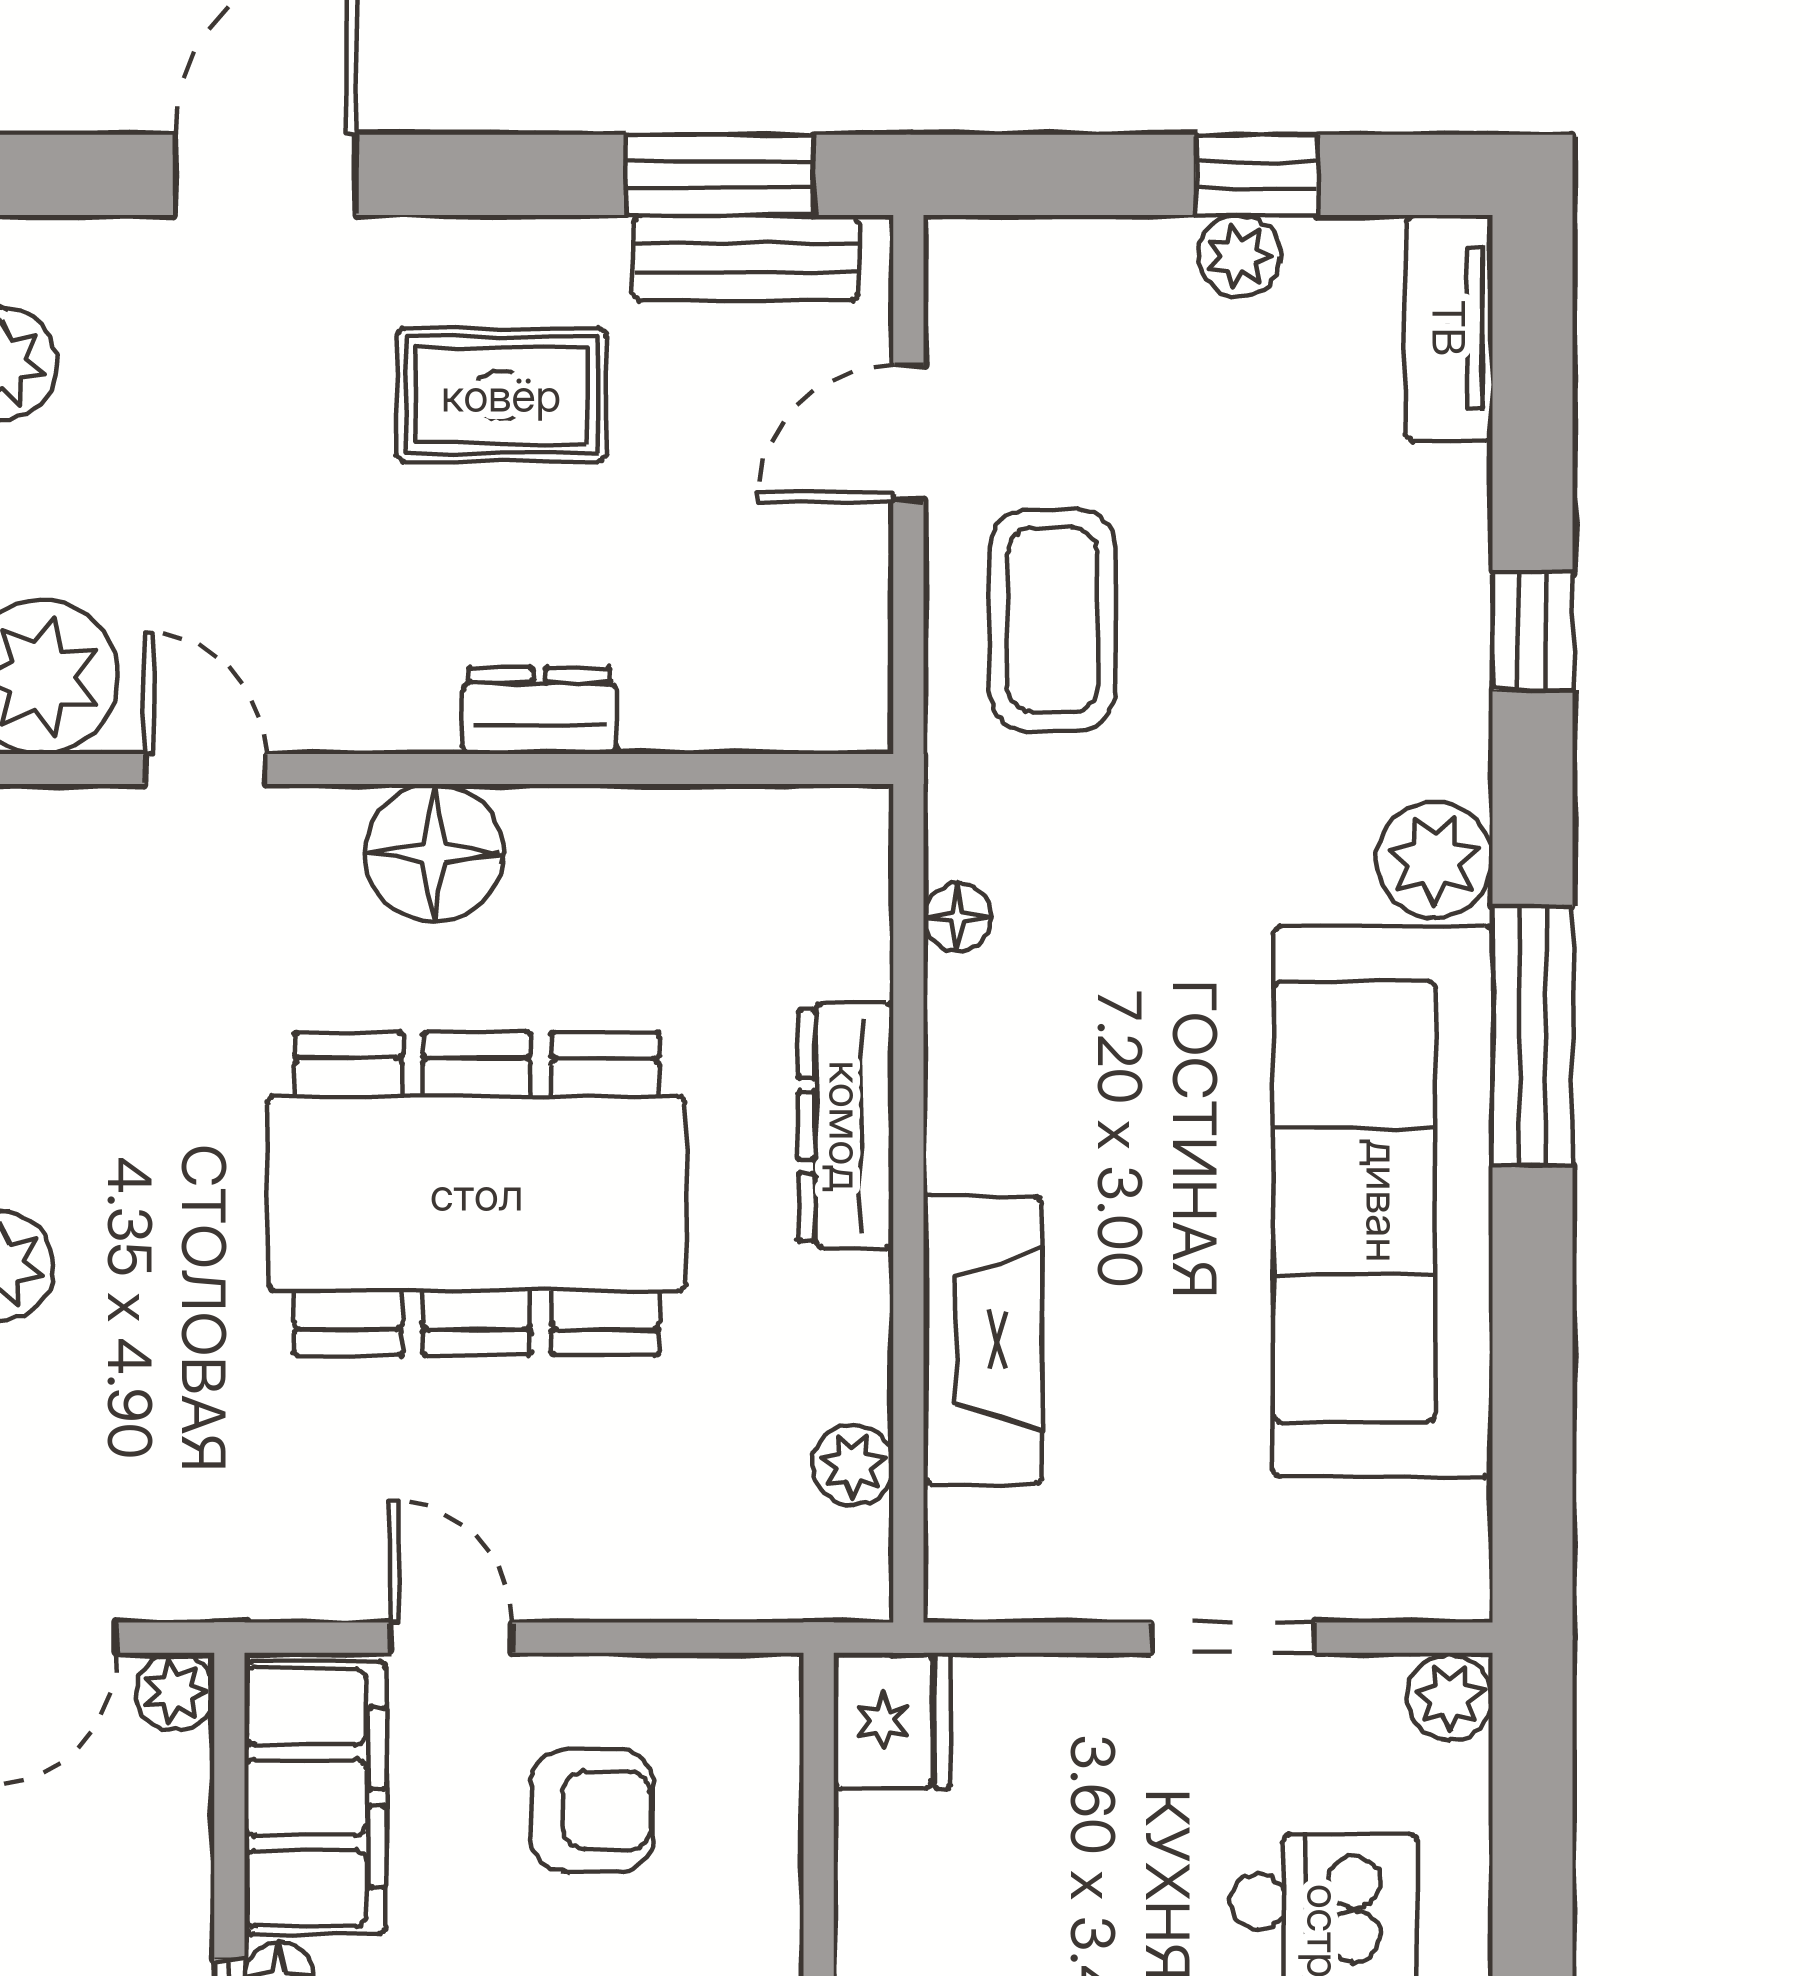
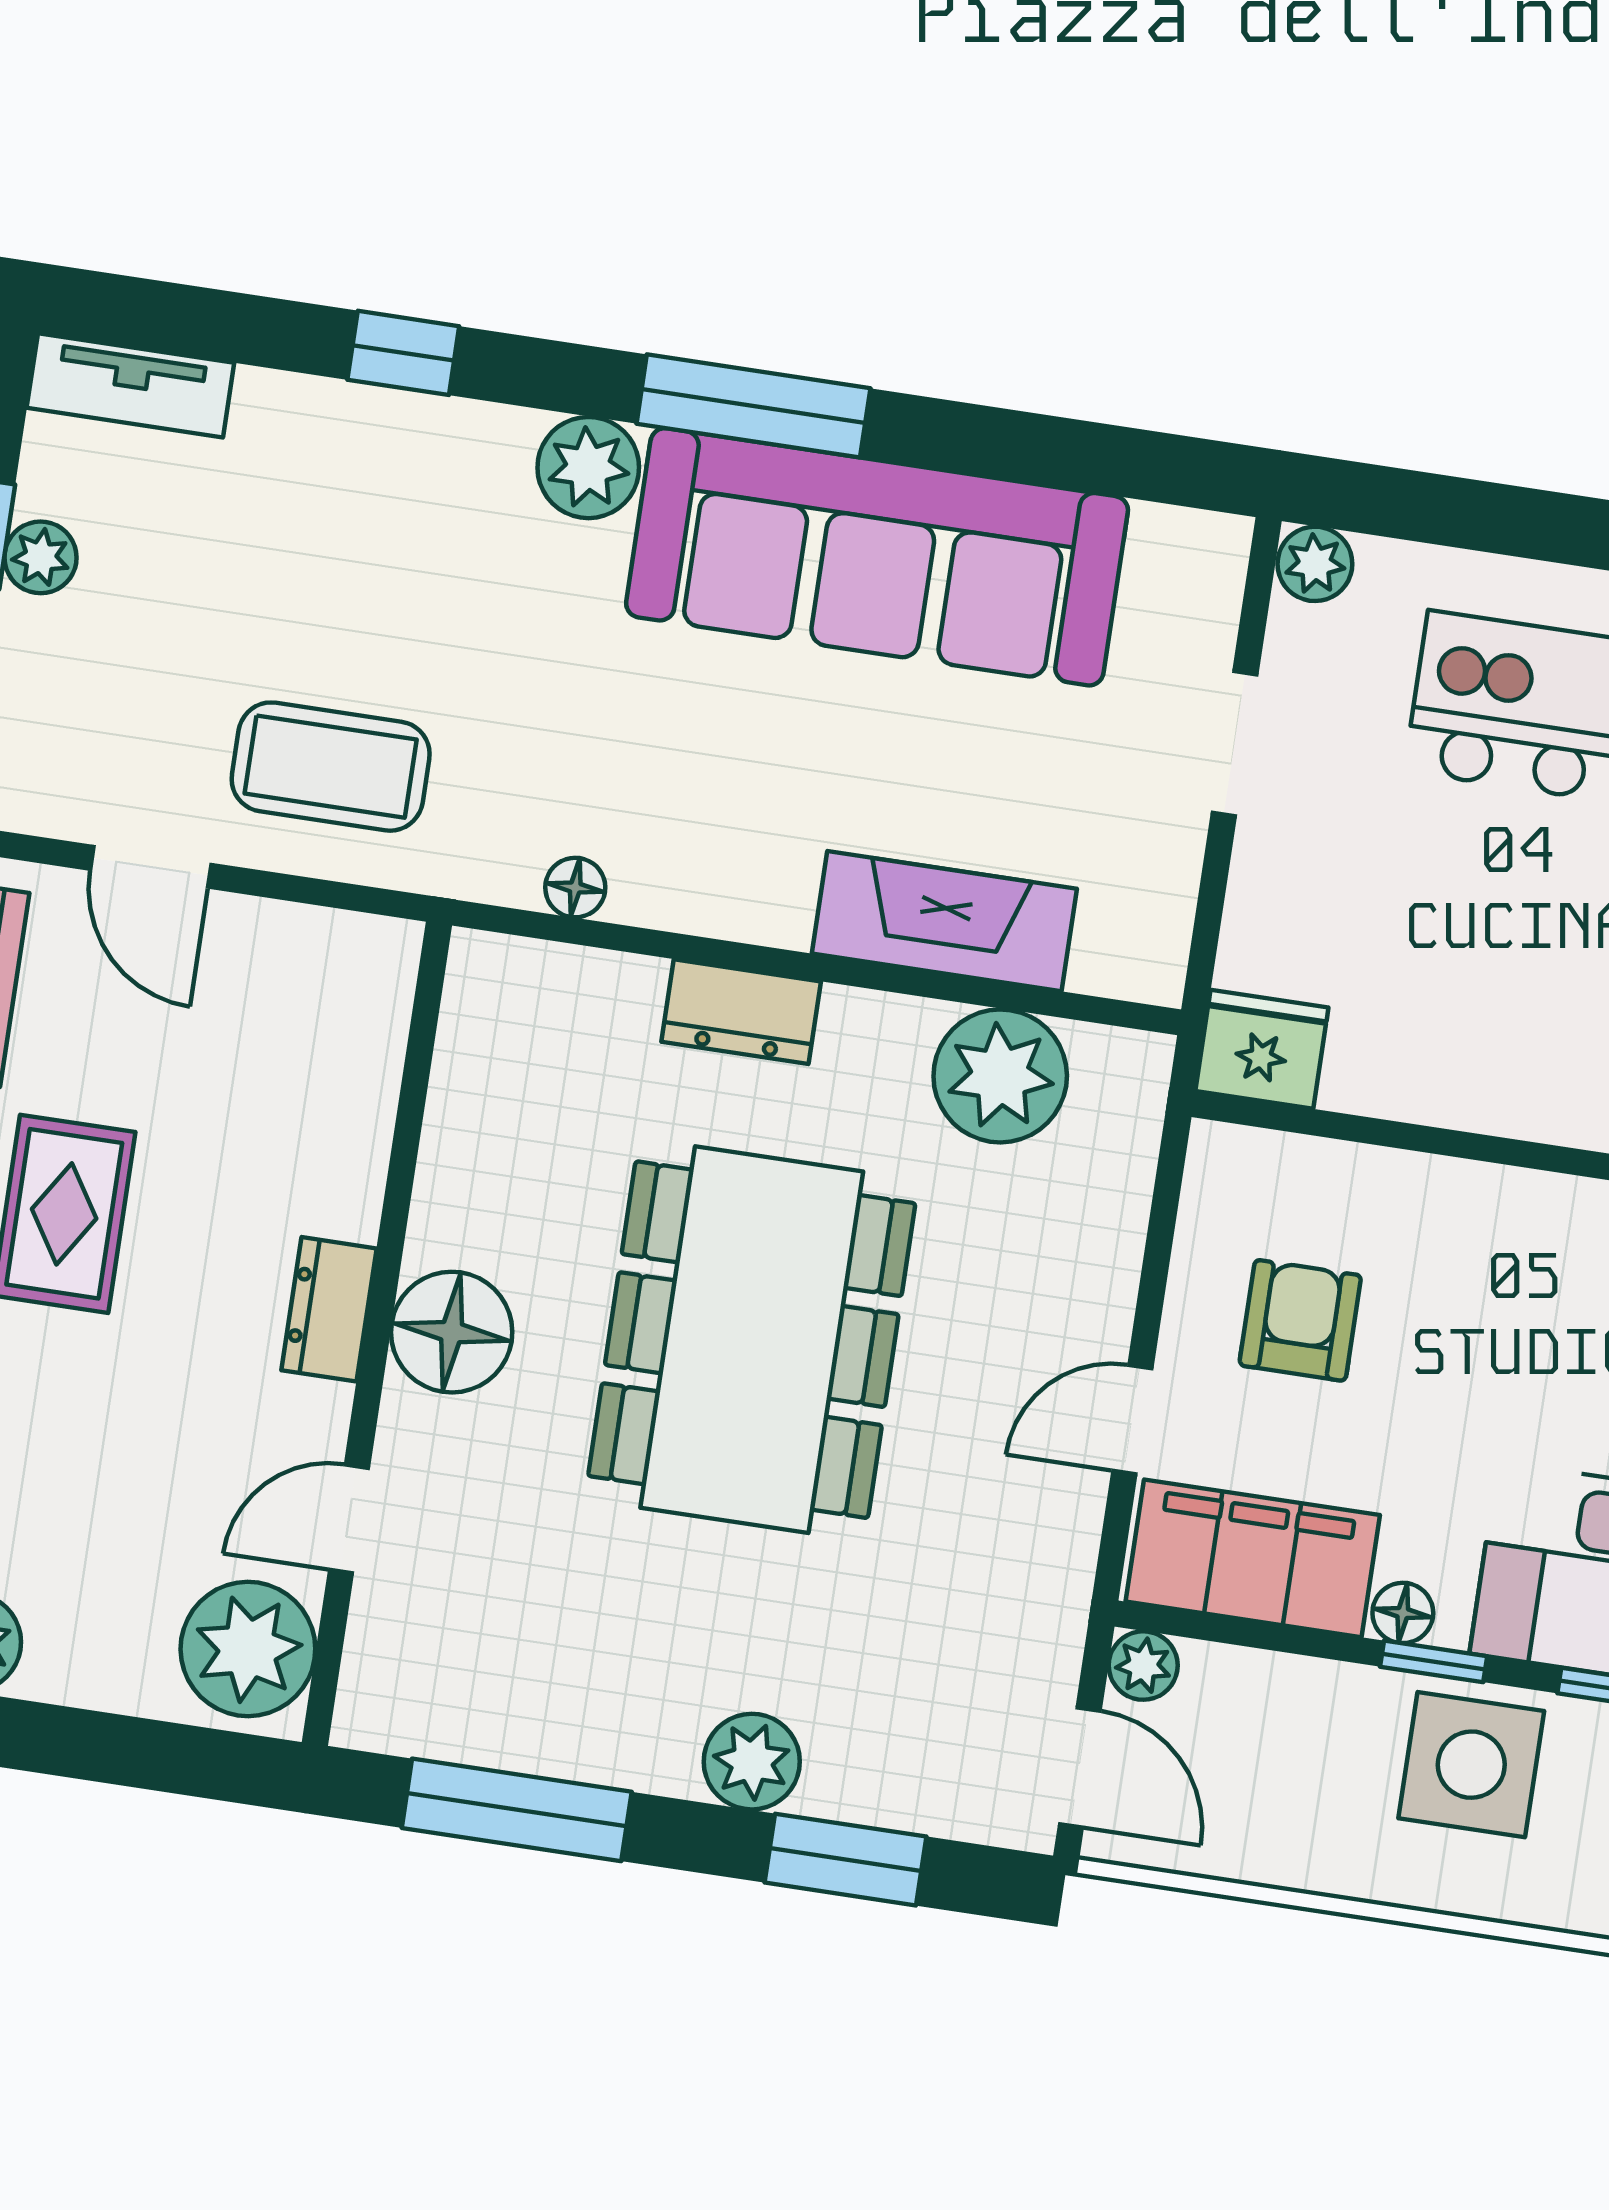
dresser: (539, 711) -> (329, 1309), moved
dresser: (846, 1126) -> (741, 1012), width x0.70
plant: (853, 1465) -> (1000, 1076), width x1.87, depth x1.87

